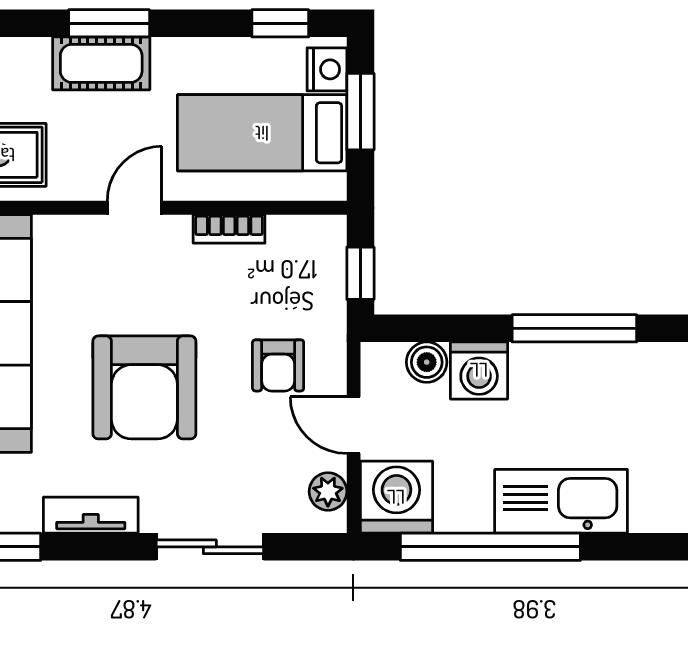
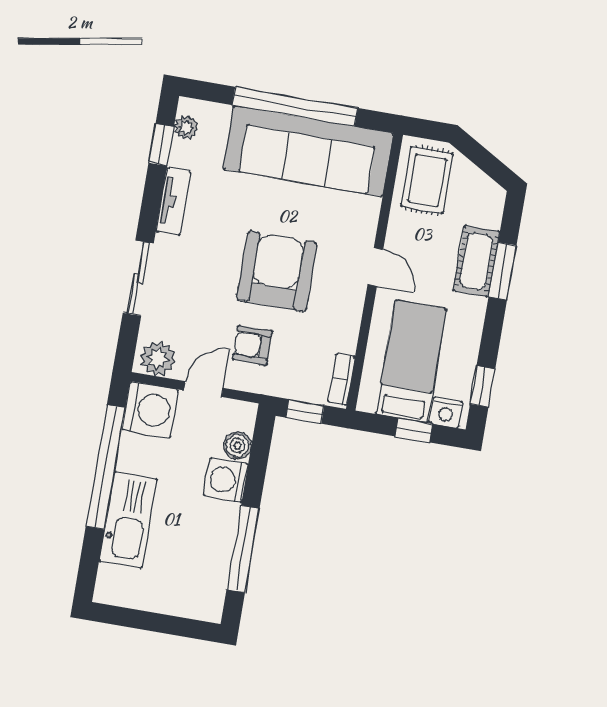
window: (360, 112) -> (414, 430), width x0.67
bookcase: (229, 229) -> (341, 379), moved
armchair: (144, 387) -> (277, 271), moved, turned 90
plant: (328, 492) -> (158, 359), width x1.38, depth x1.38

